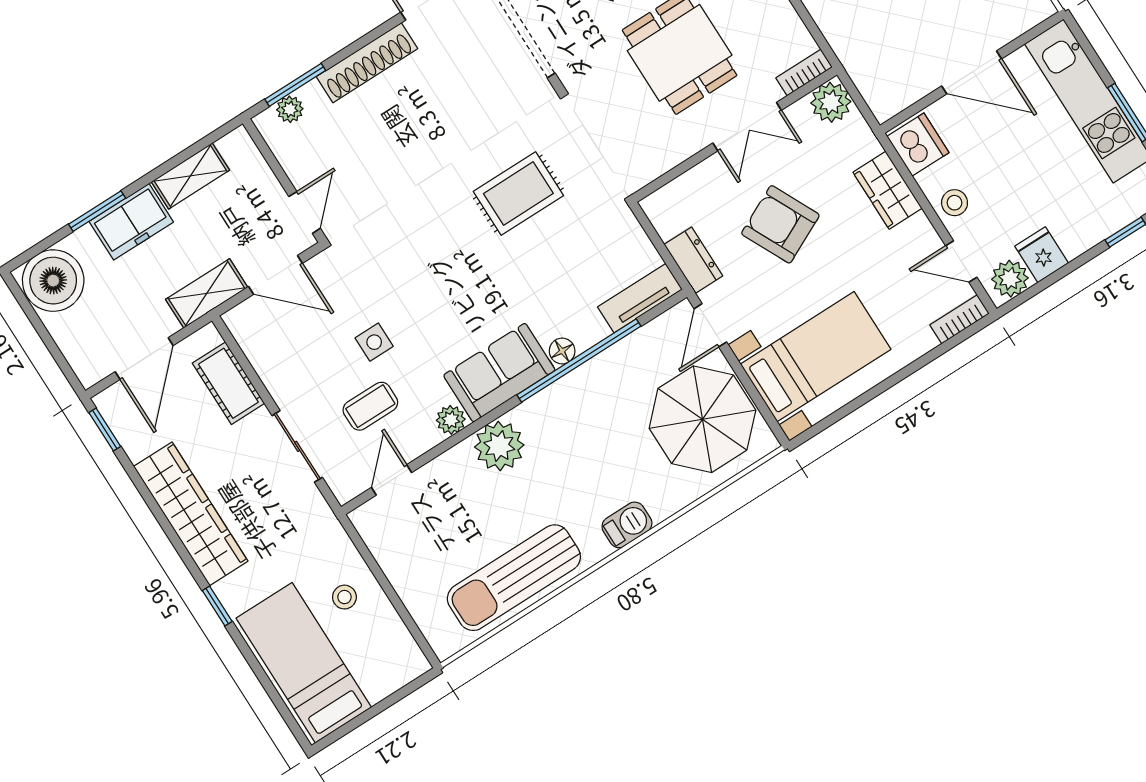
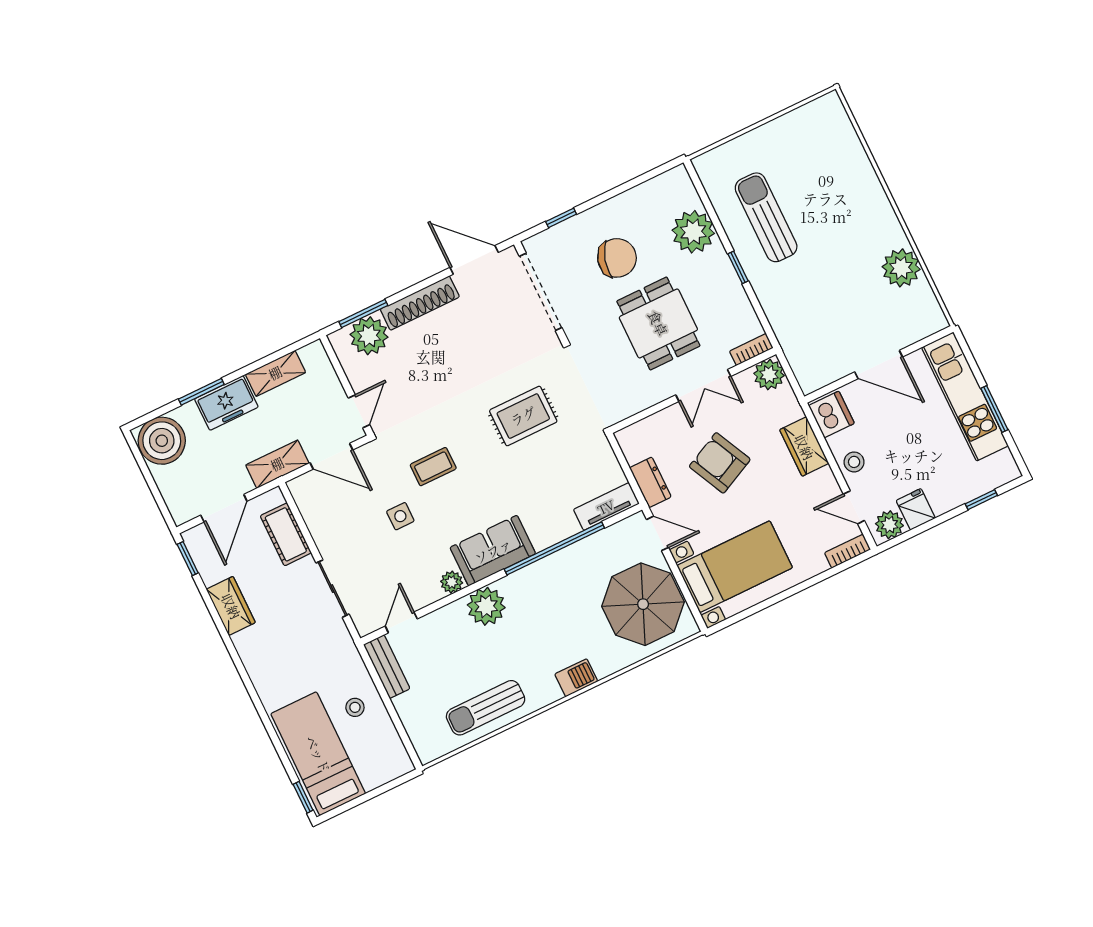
plant: (290, 109) -> (369, 336), width x1.88, depth x1.88
door: (710, 325) -> (657, 533), swing flipped
floor lamp: (562, 351) -> (542, 540), removed
coffee table: (370, 406) -> (433, 467), moved
wardrobe: (191, 514) -> (231, 606), width x0.48, depth x0.85
bench: (379, 539) -> (387, 667), added
sun lounger: (514, 578) -> (486, 708), width x0.73, depth x0.75
window: (217, 606) -> (303, 797), moved

